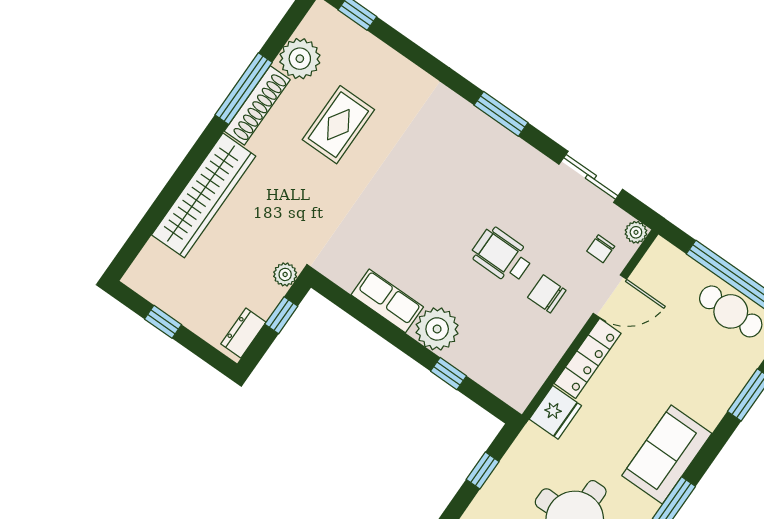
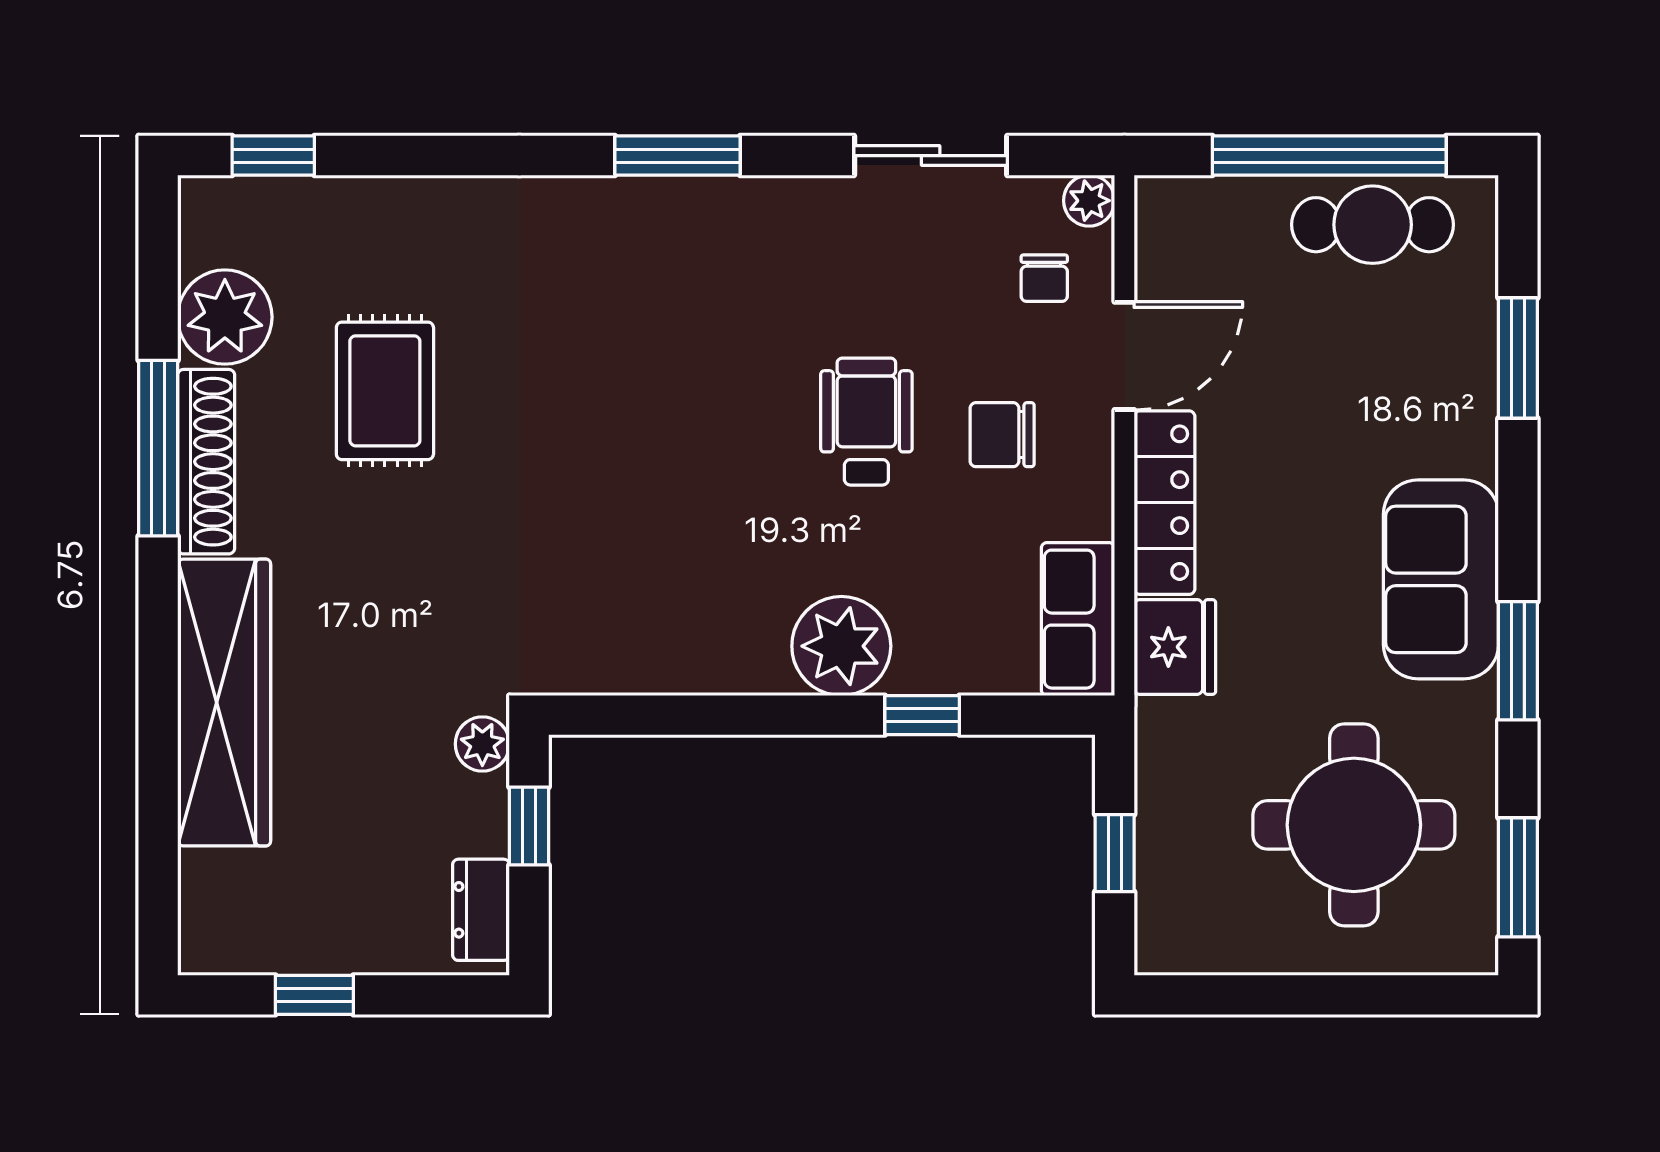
wheelchair: (502, 255) -> (866, 422), turned 90
row of seats: (387, 301) -> (1078, 619), moved, turned -90

